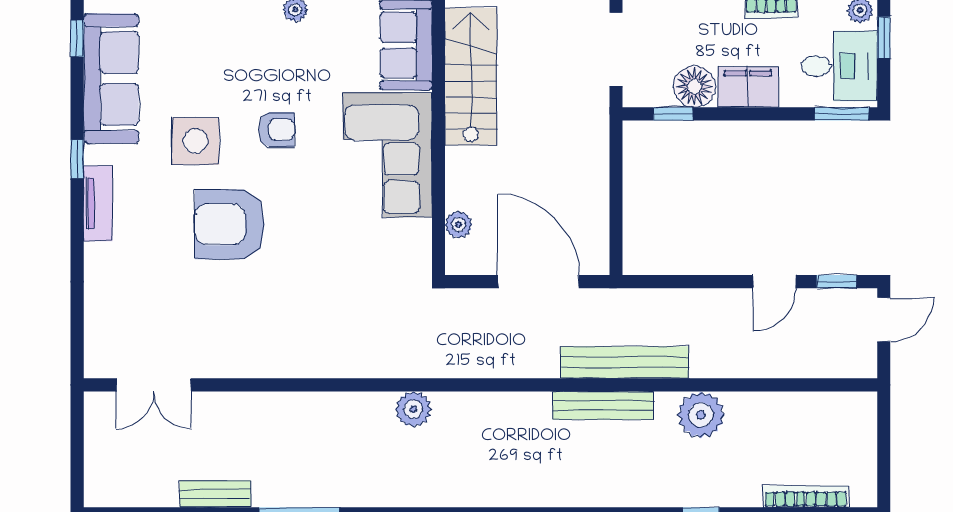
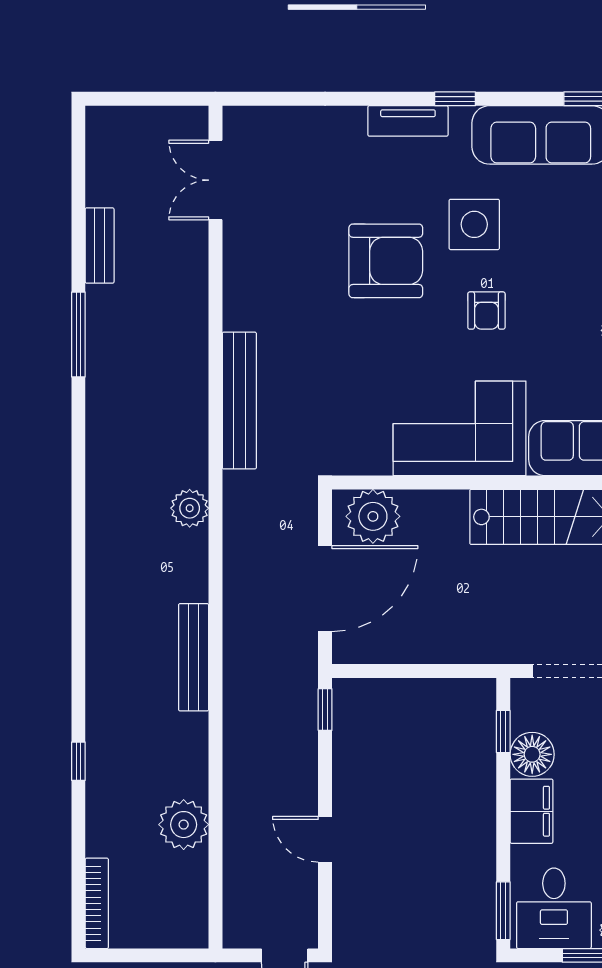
armchair: (230, 224) -> (386, 261), turned 90
plant: (458, 225) -> (373, 516), width x1.87, depth x1.87
window: (837, 282) -> (325, 710), moved
bench: (624, 362) -> (239, 401), moved
plant: (413, 409) -> (190, 508), moved
plant: (701, 415) -> (184, 825), moved
bookcase: (806, 497) -> (97, 903), moved

